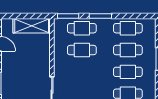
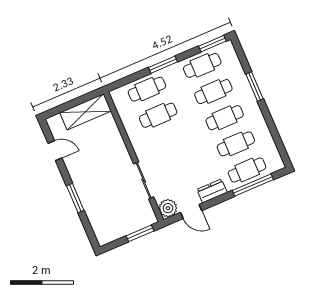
window: (68, 16) -> (212, 44), moved

